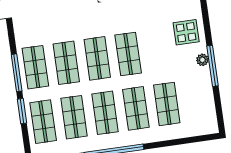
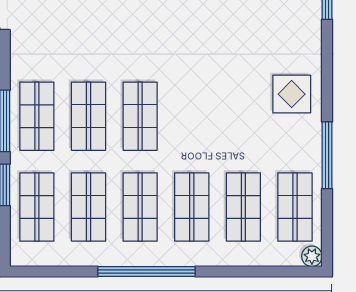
shop shelf: (128, 54) -> (295, 207), moved
plant: (202, 60) -> (312, 256), moved

